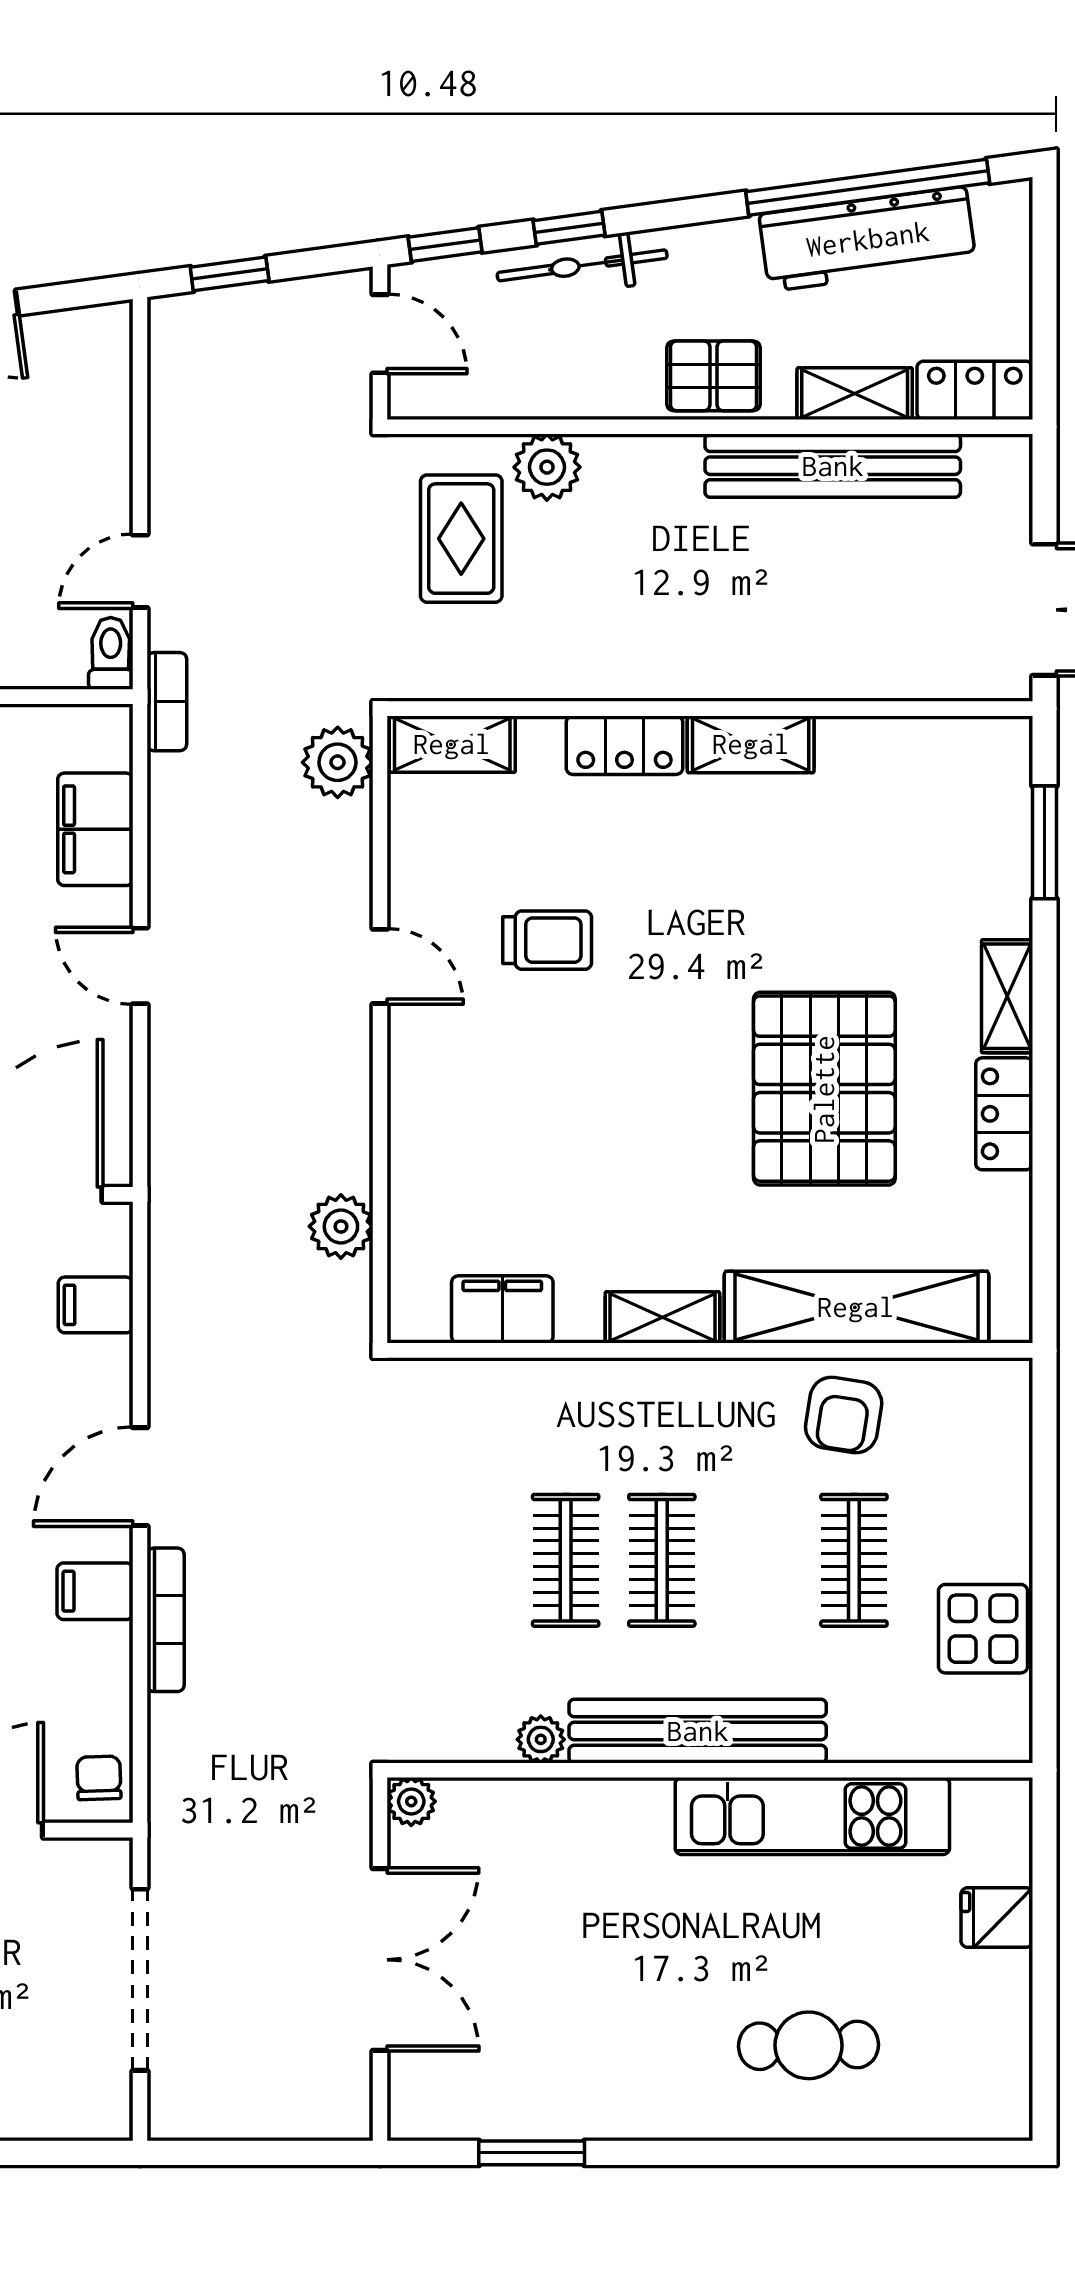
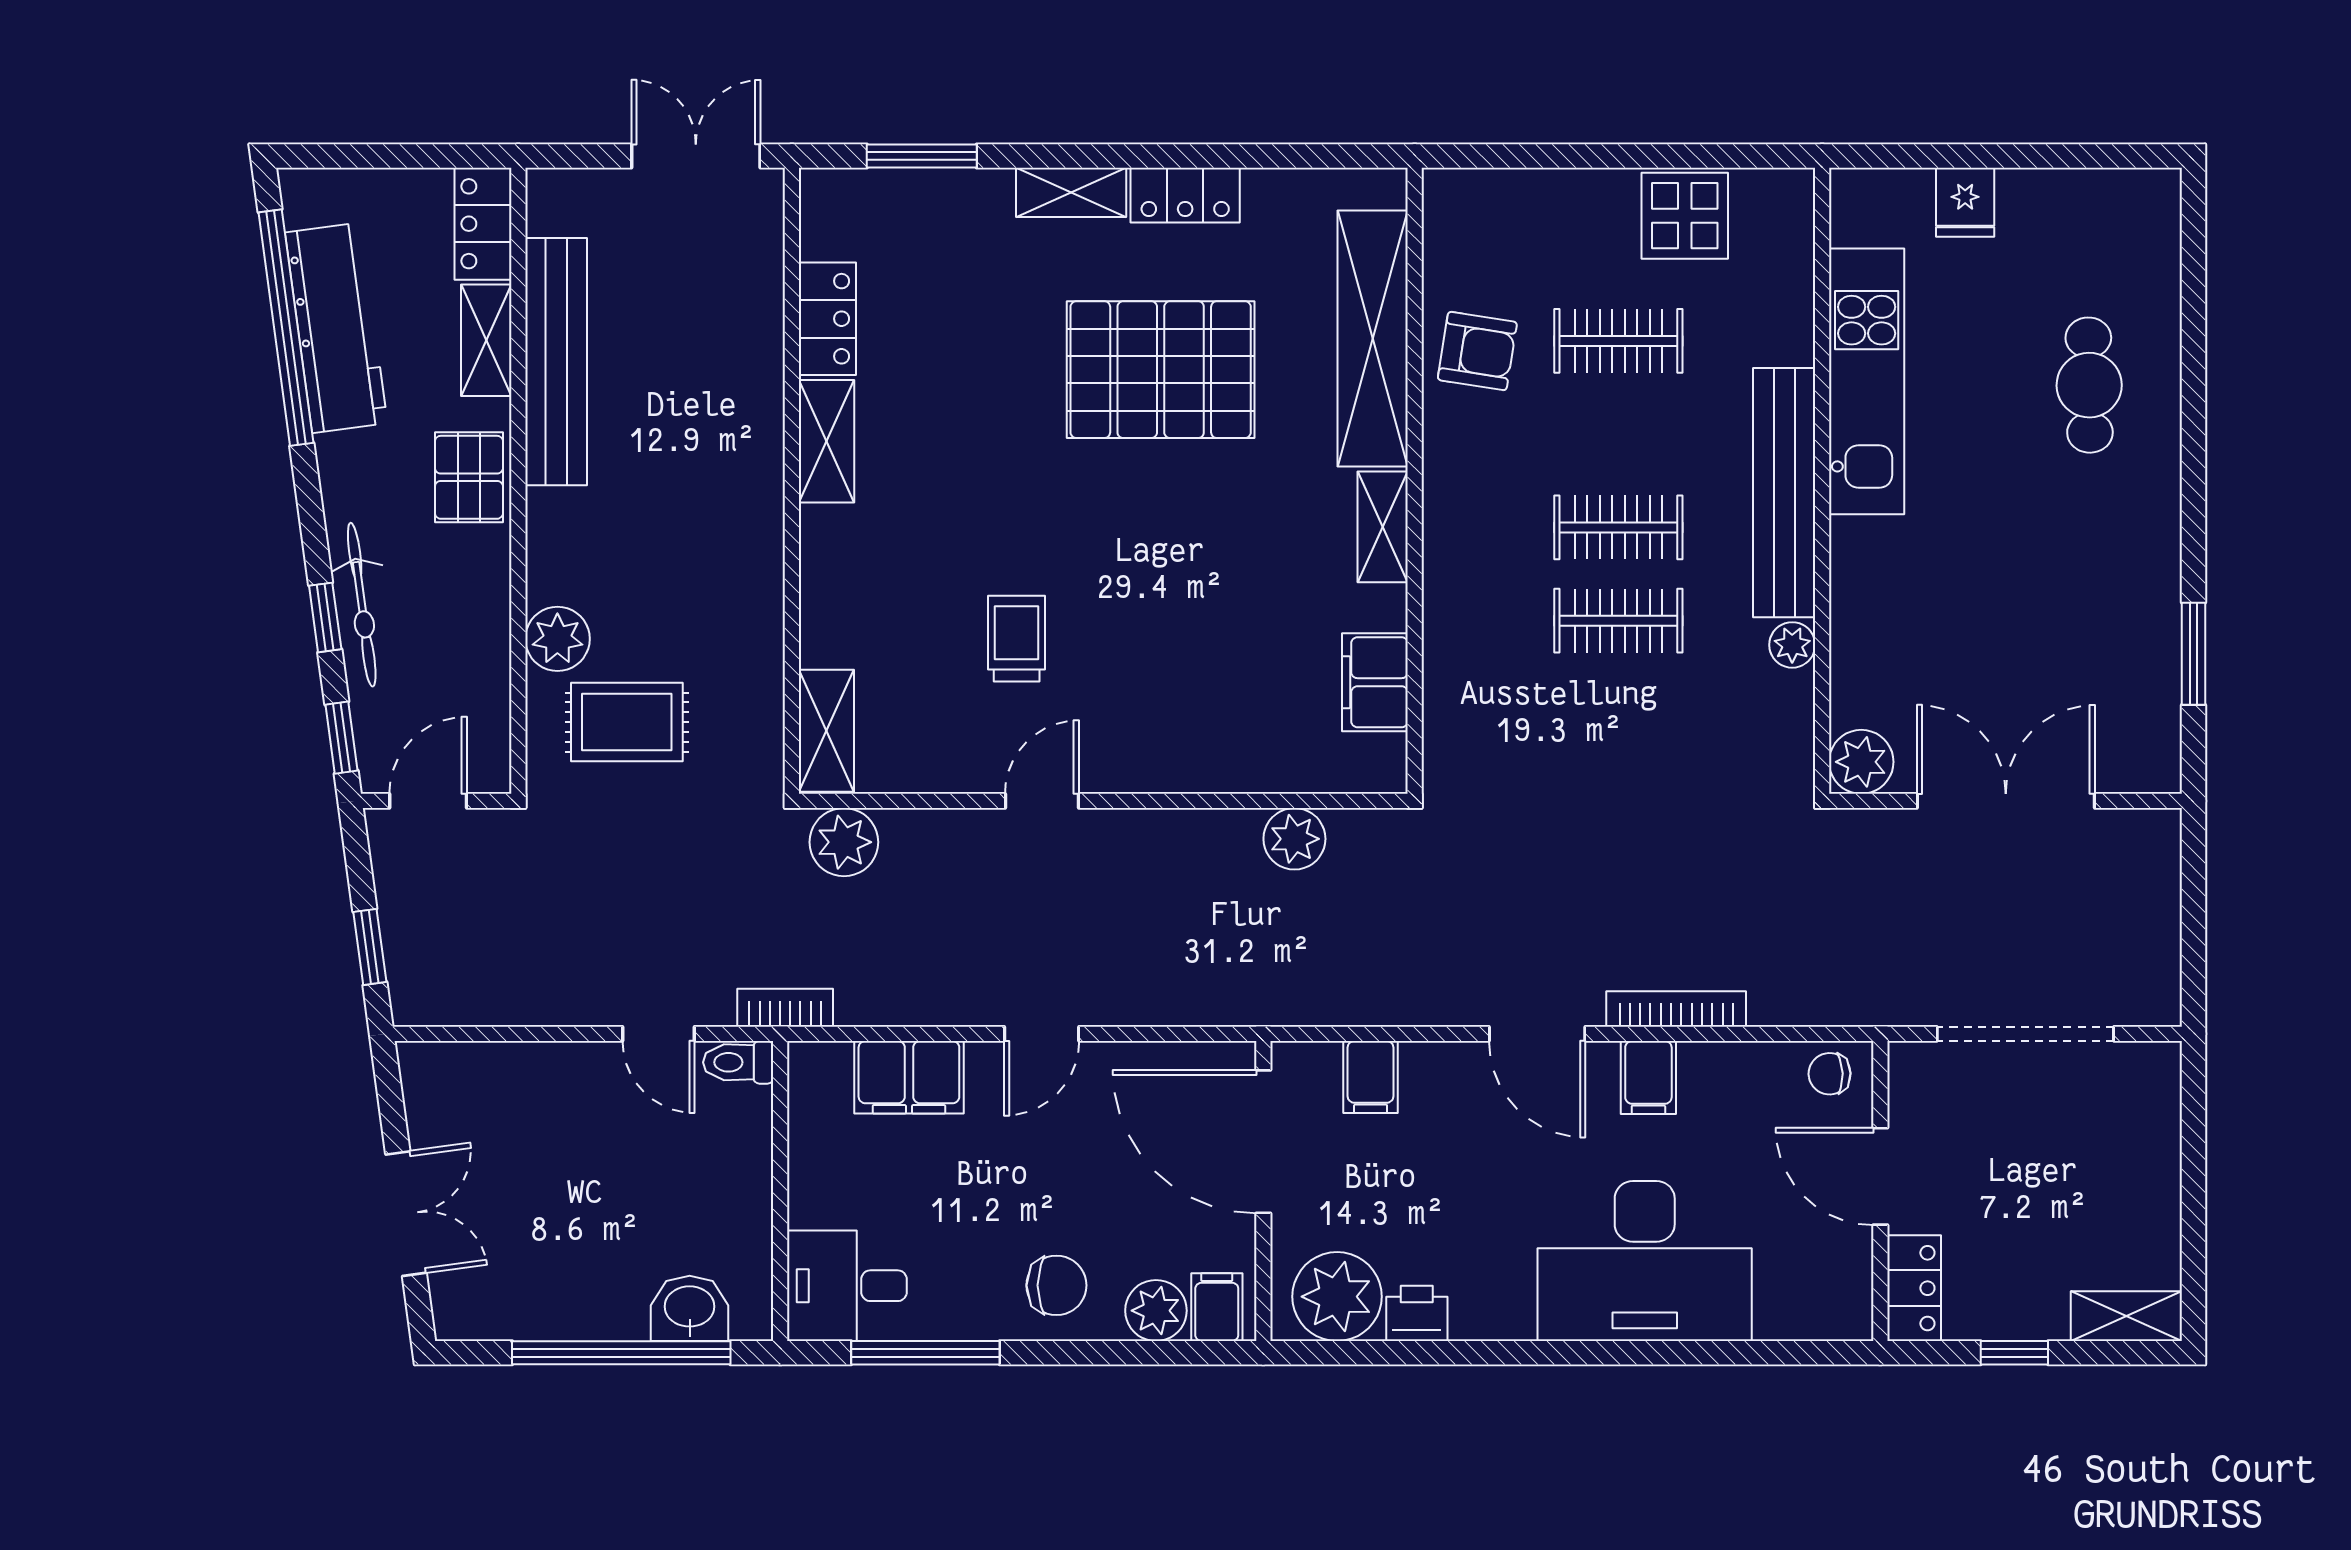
locker: (624, 745) -> (827, 319), moved
plant: (411, 1801) -> (1861, 762), width x1.38, depth x1.38

